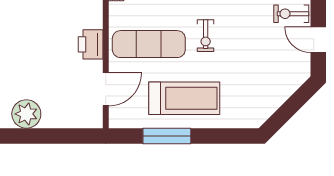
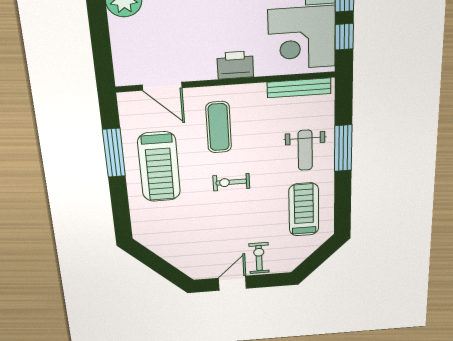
printer: (91, 44) -> (235, 65), moved
exercise mat: (149, 44) -> (219, 127), width x0.73, depth x0.69

